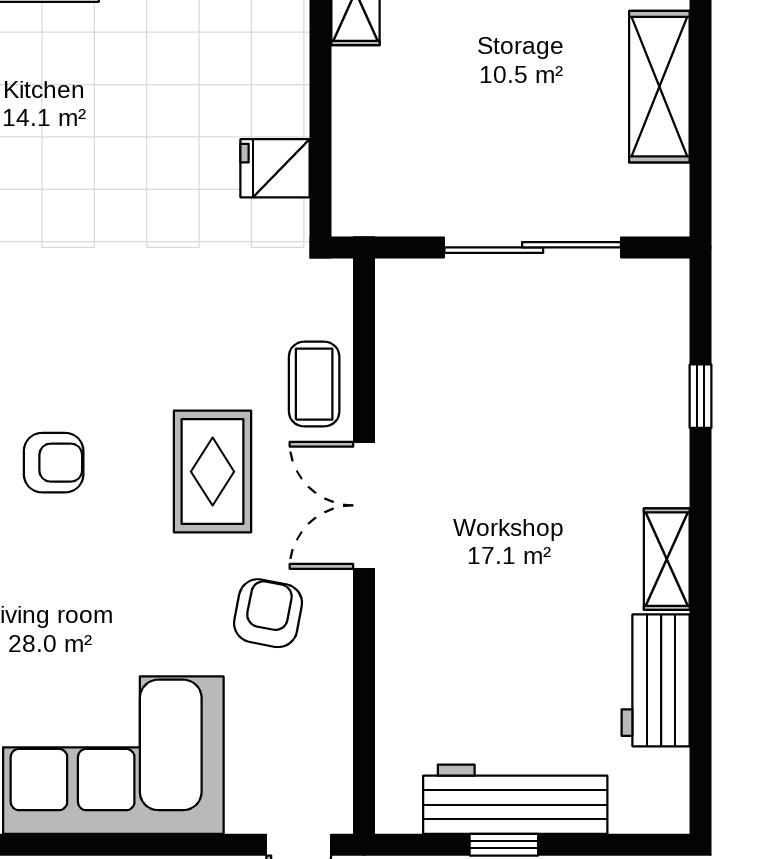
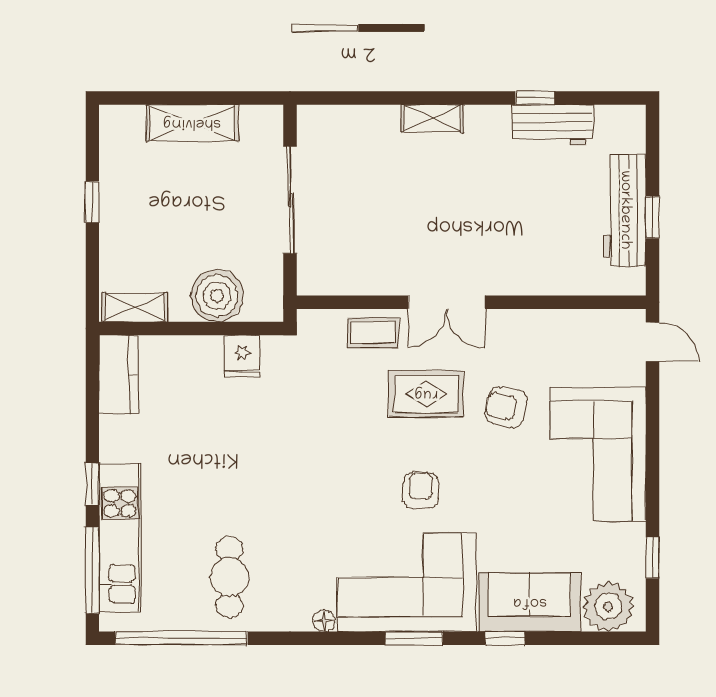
boiler: (375, 127) -> (217, 296), added
window: (701, 396) -> (535, 98), moved
shelving: (667, 559) -> (432, 118), moved
armchair: (268, 613) -> (506, 407), moved

